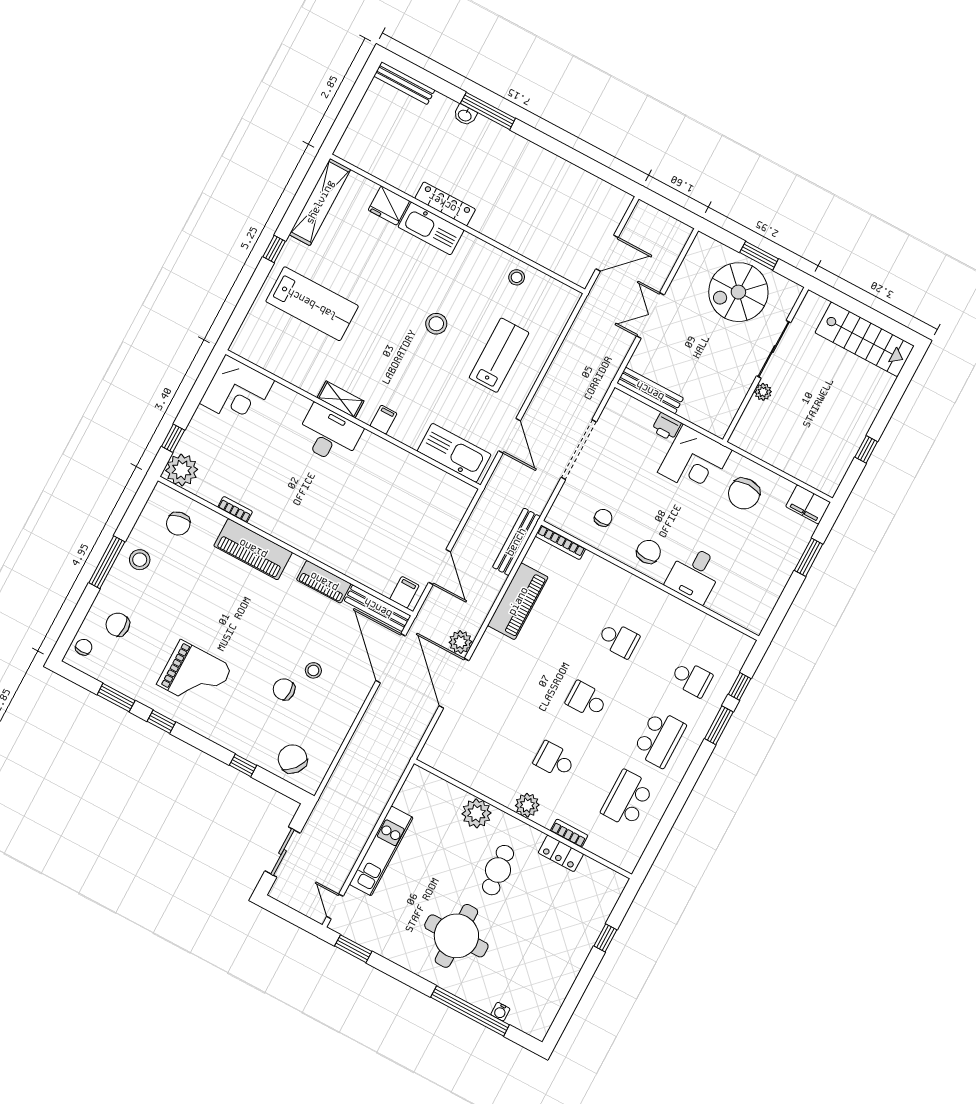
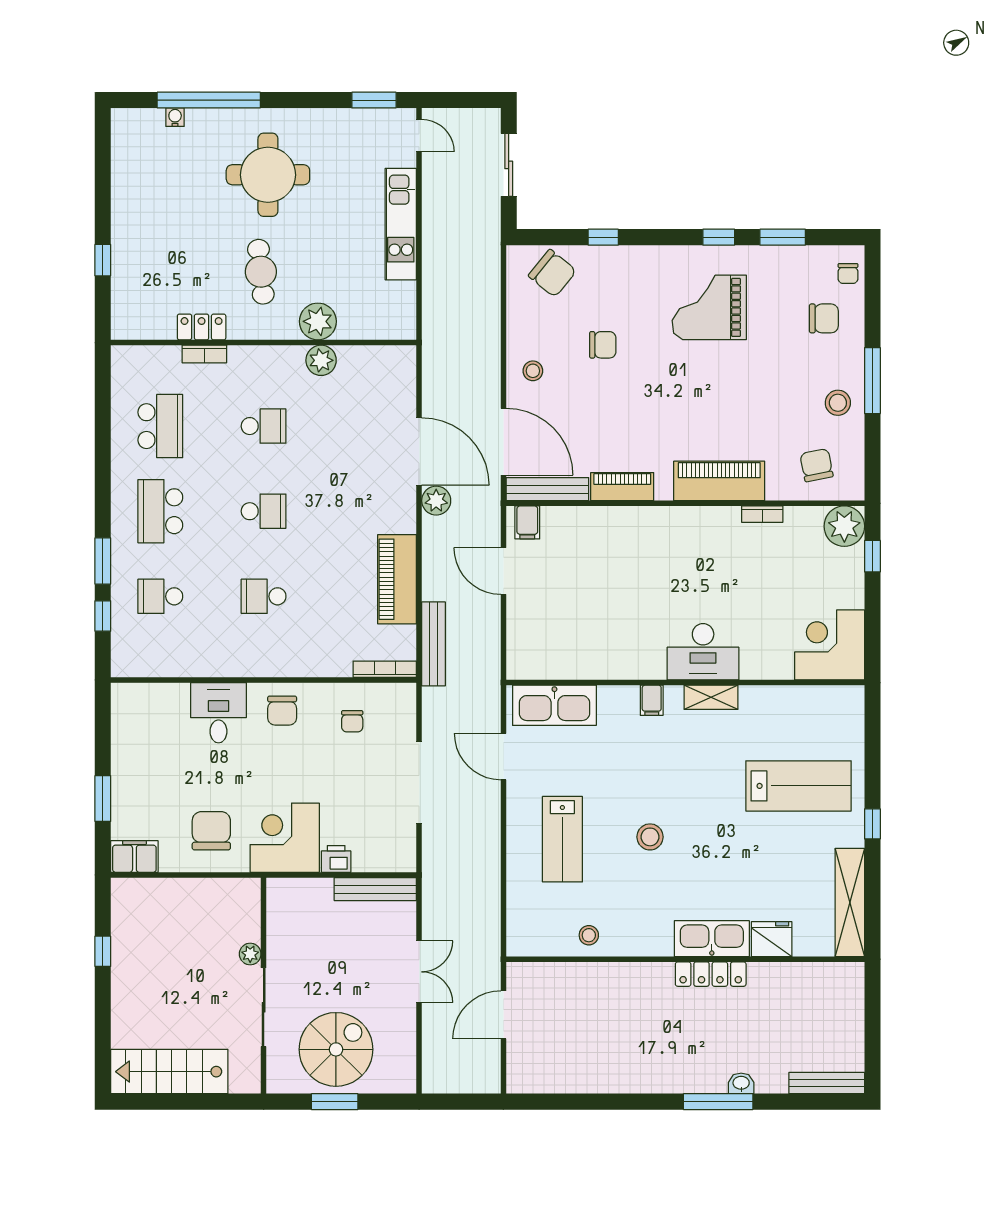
lab bench: (312, 304) -> (799, 786), turned 180
stool: (313, 670) -> (533, 371), moved
plant: (527, 805) -> (321, 360), moved

